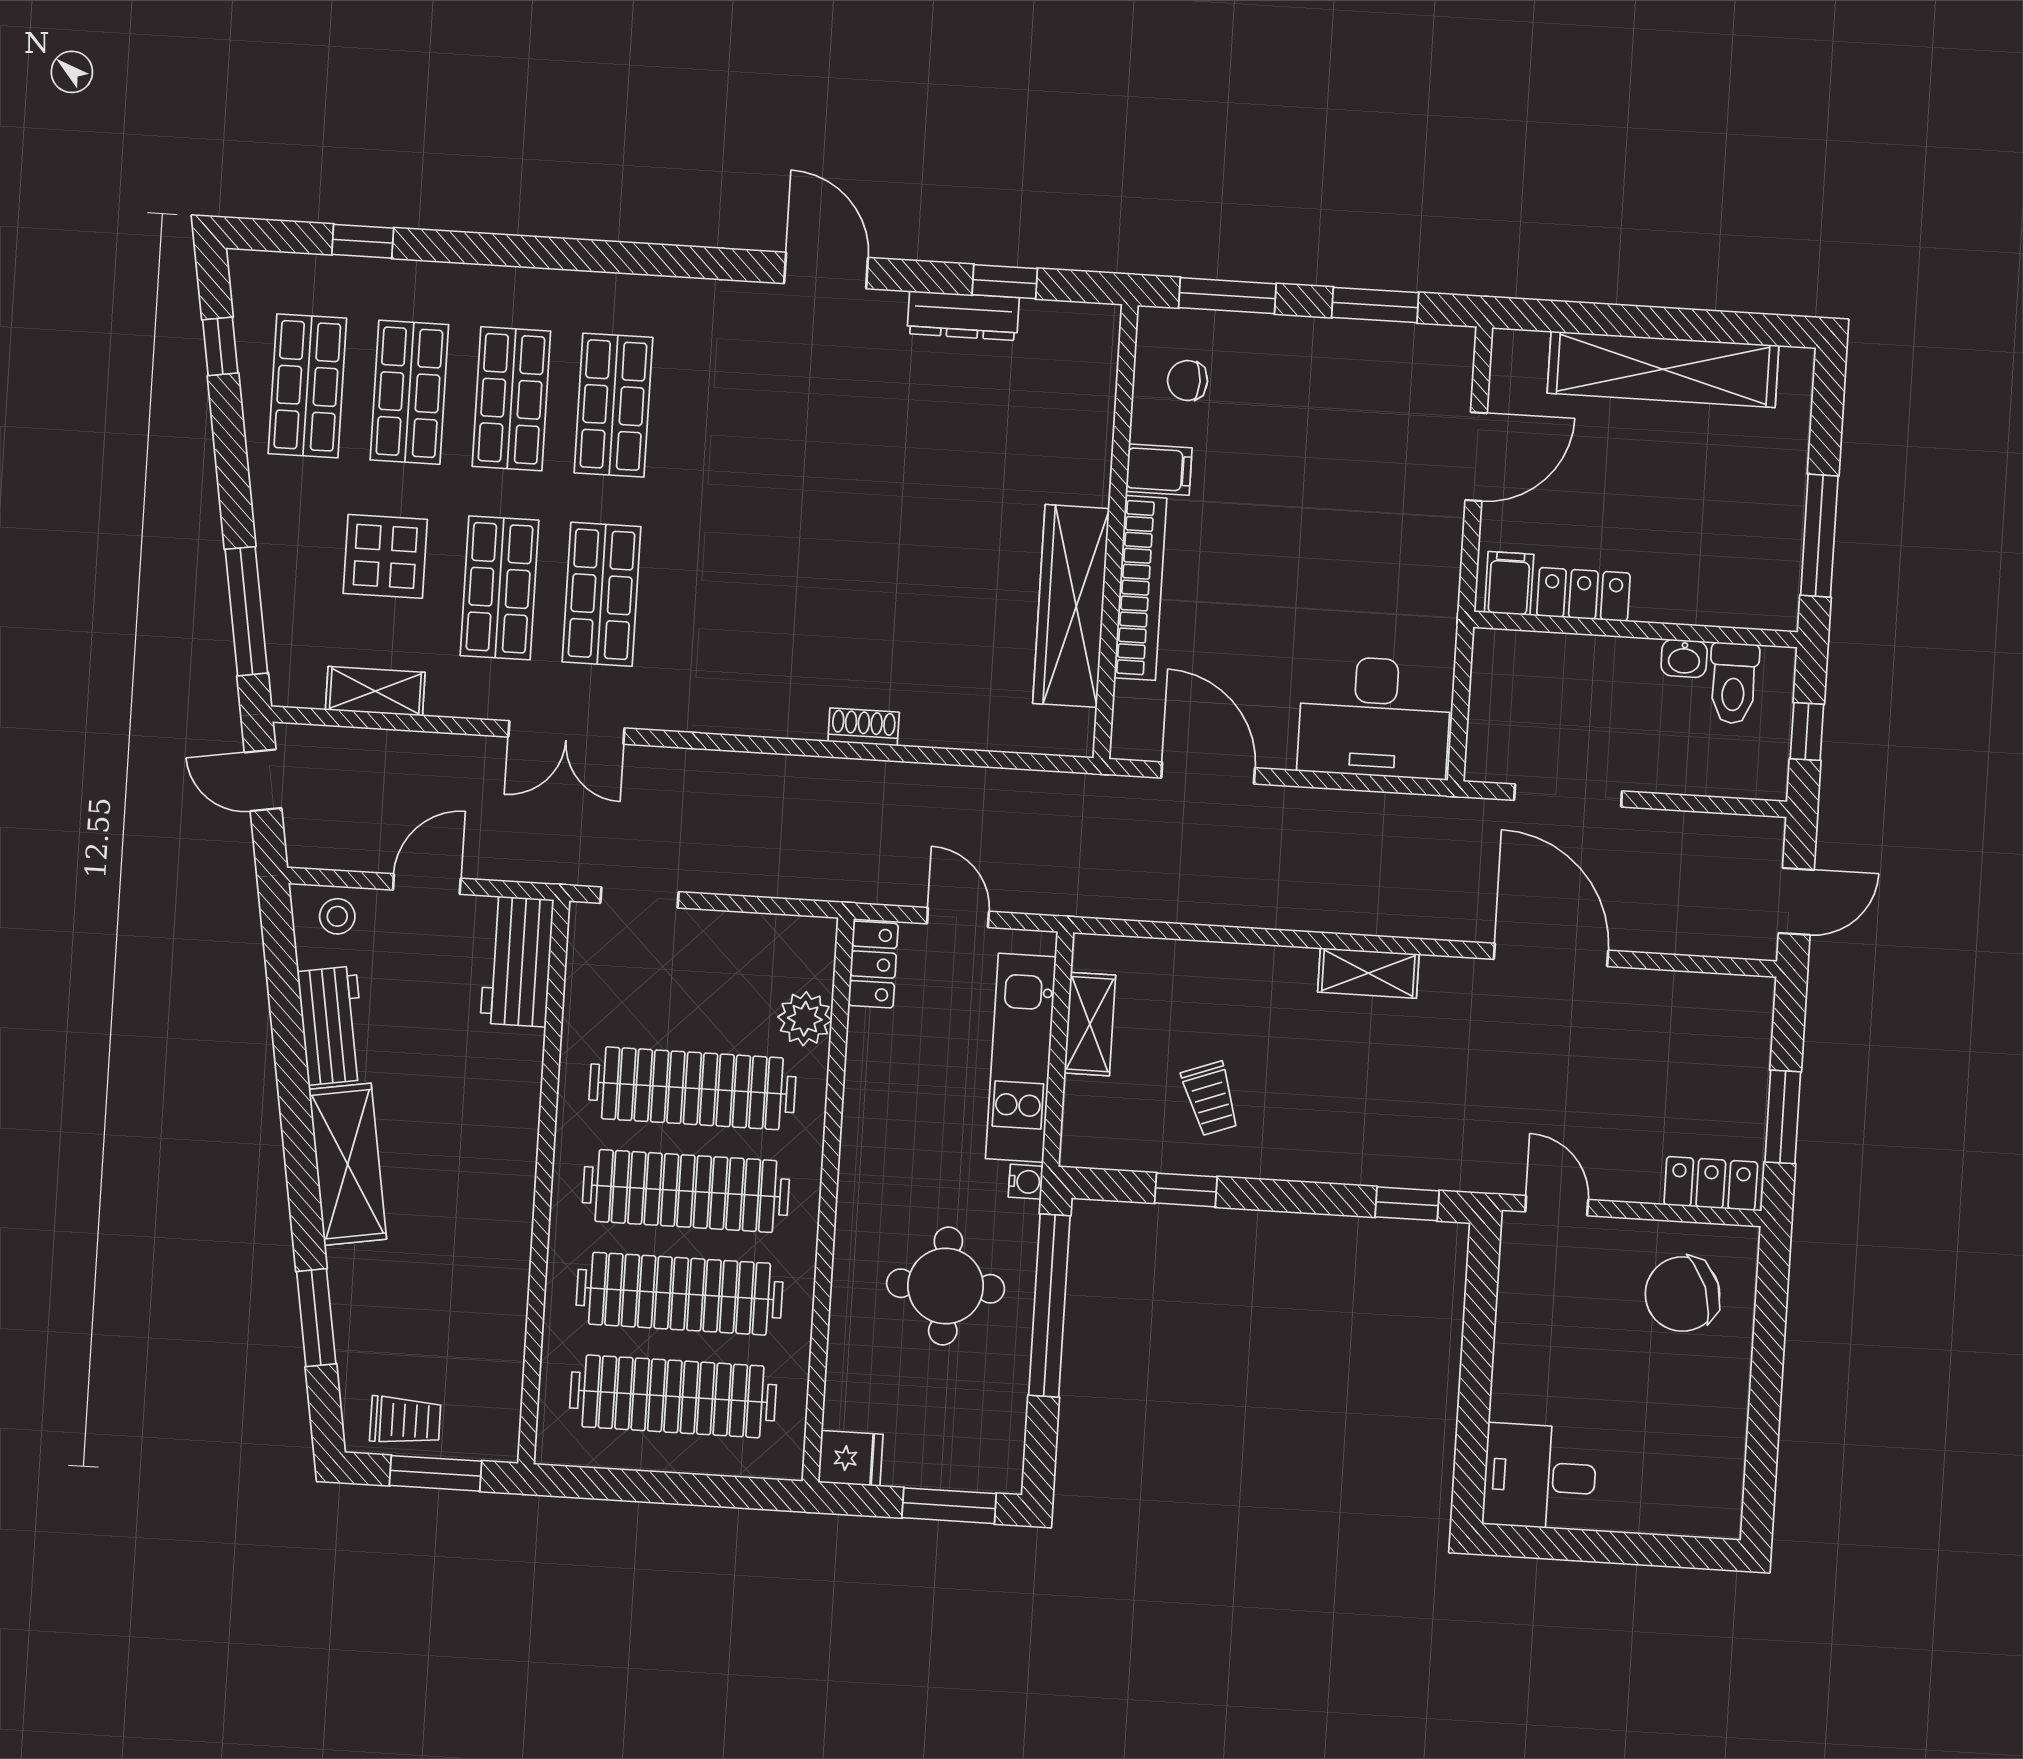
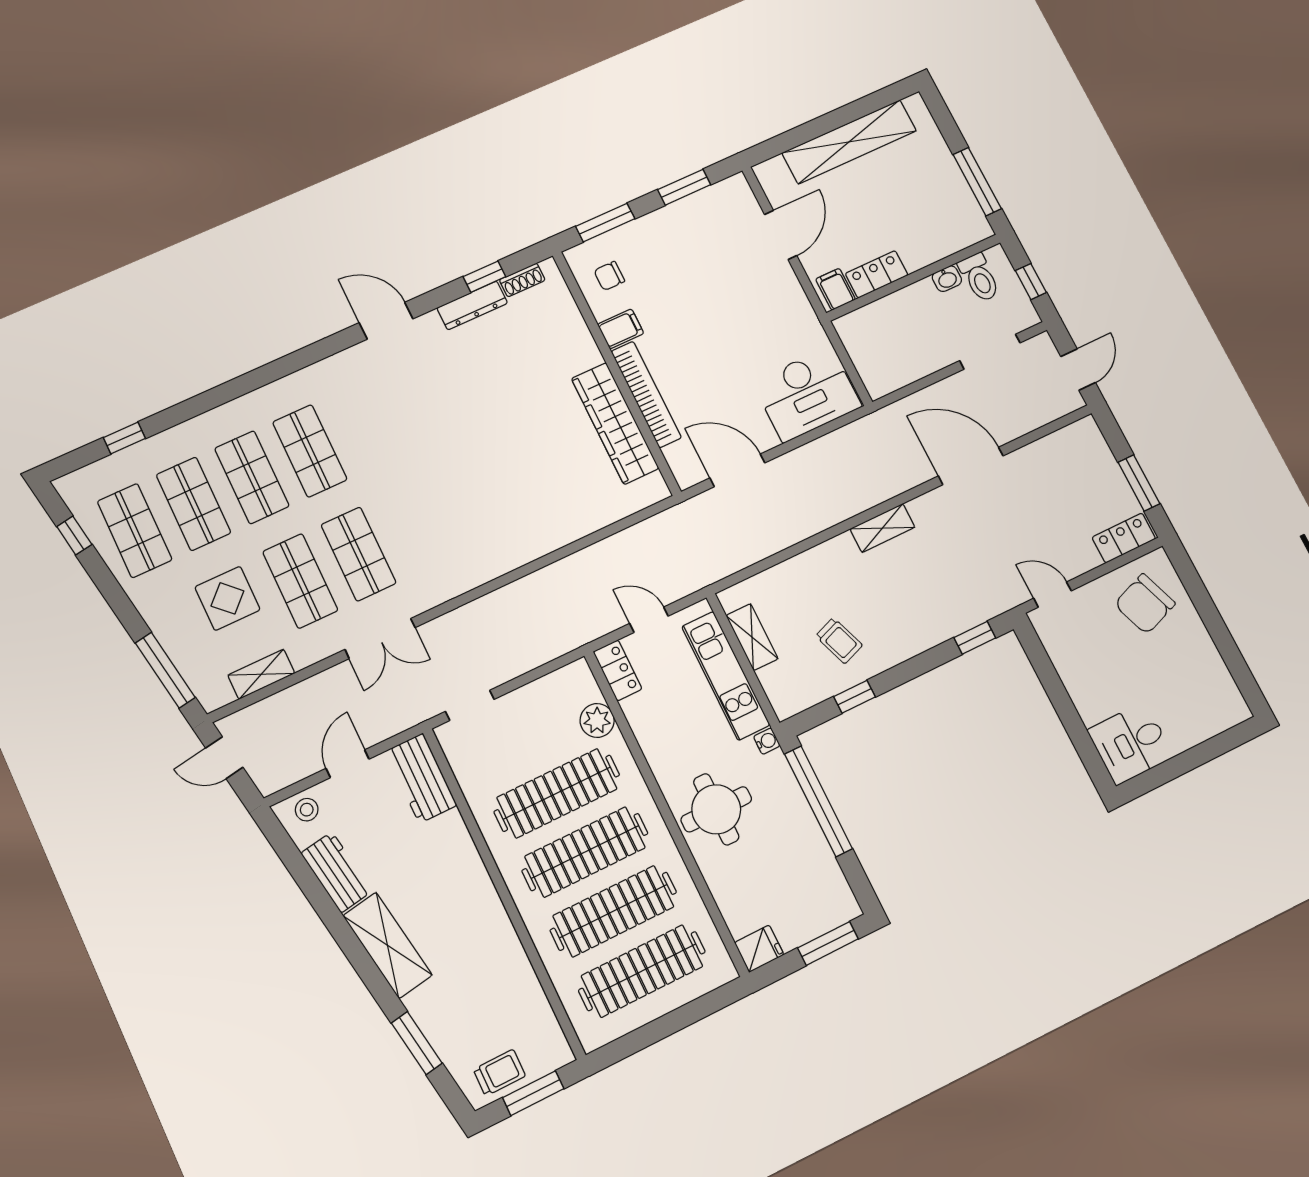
shoe rack: (864, 727) -> (522, 280), moved, turned 180
doorway: (1568, 796) -> (990, 352), moved
round table: (946, 1286) -> (716, 809), moved

